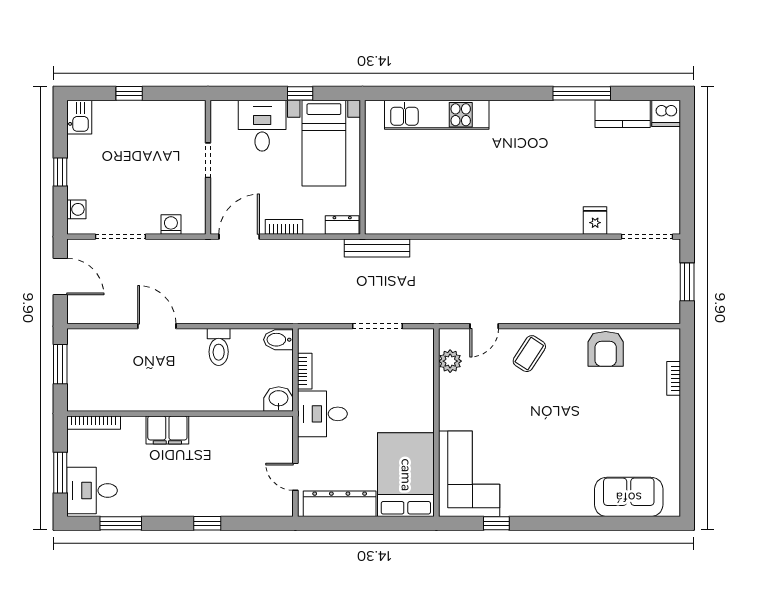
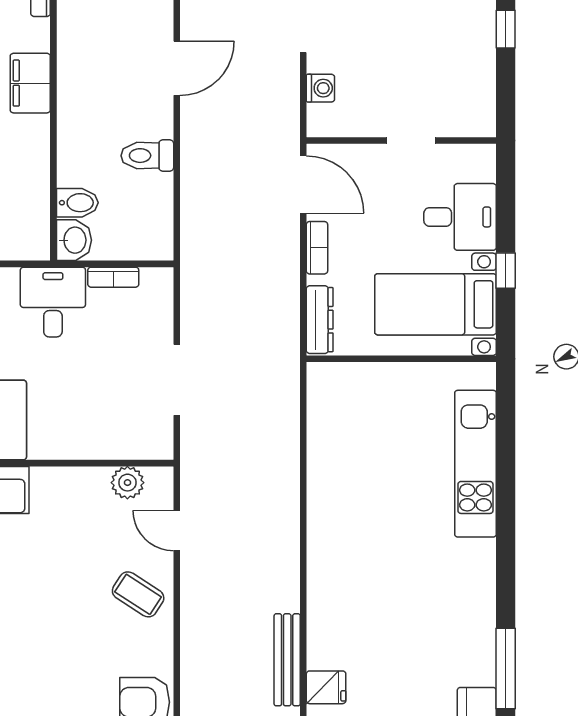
dresser: (342, 225) -> (320, 320), width x1.44
bench: (377, 248) -> (287, 660), moved
bidet: (278, 340) -> (77, 203), moved, turned 90

